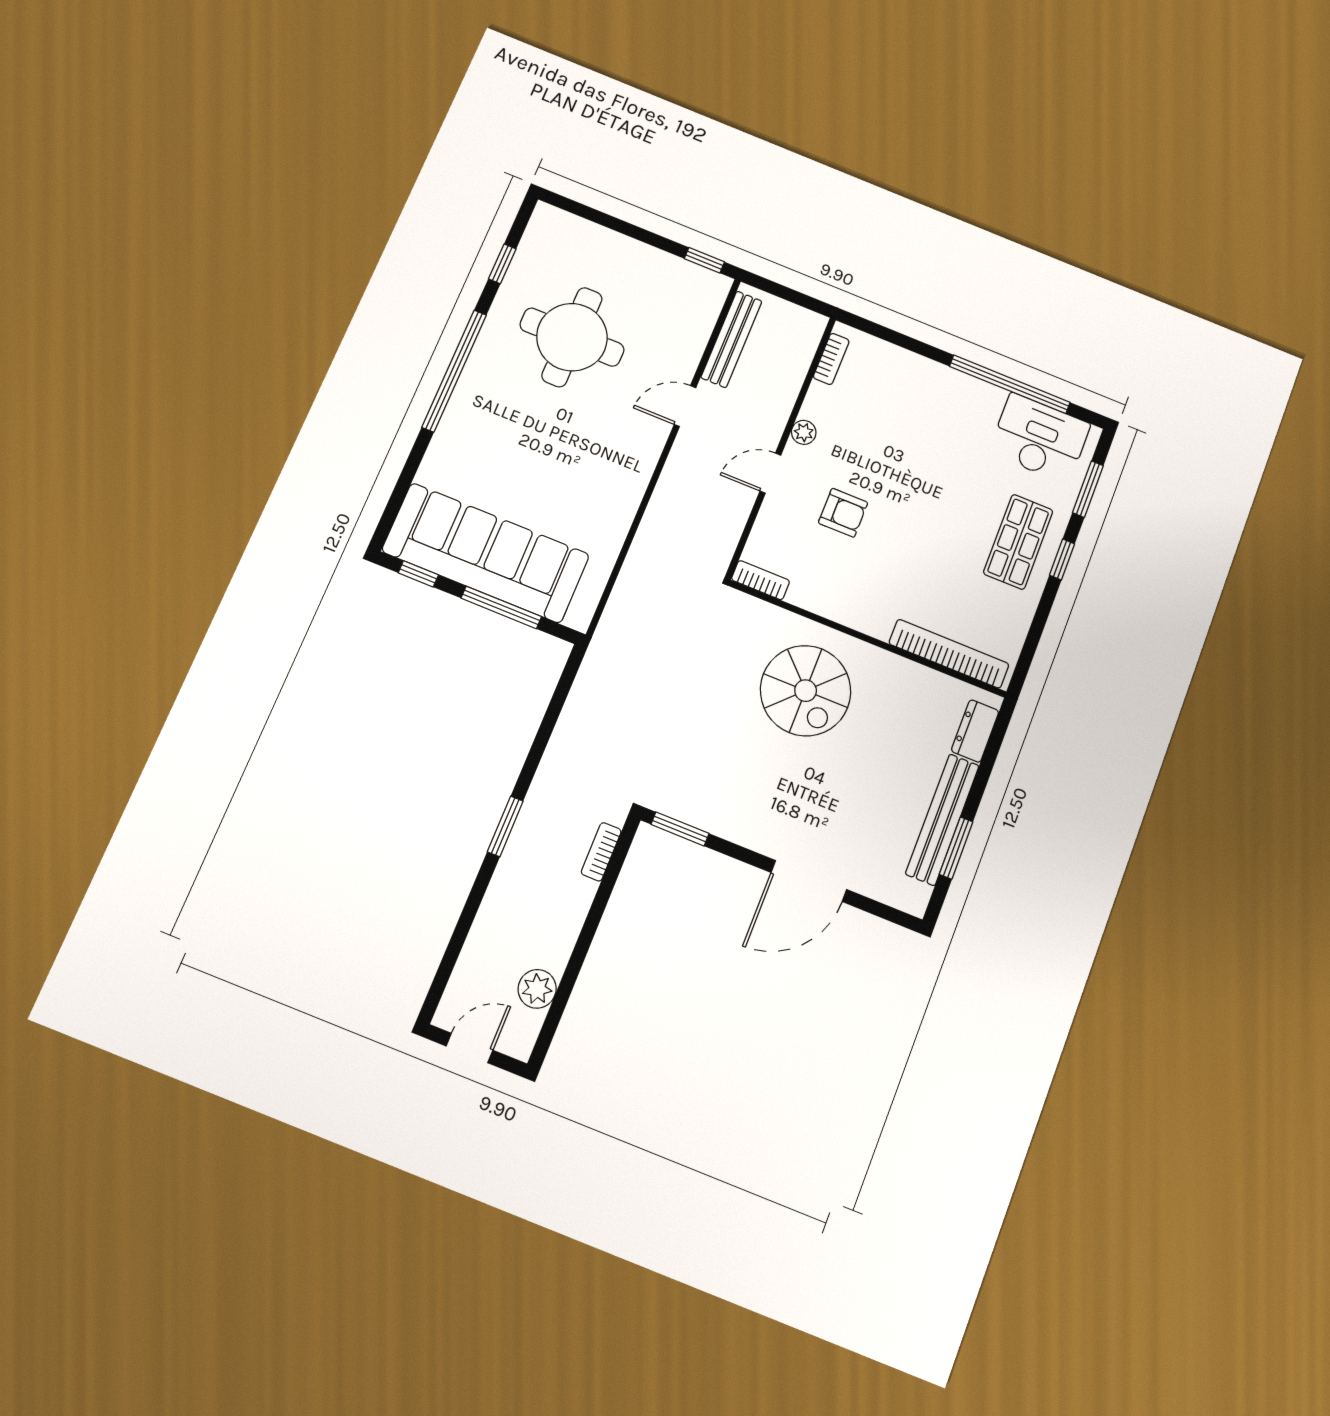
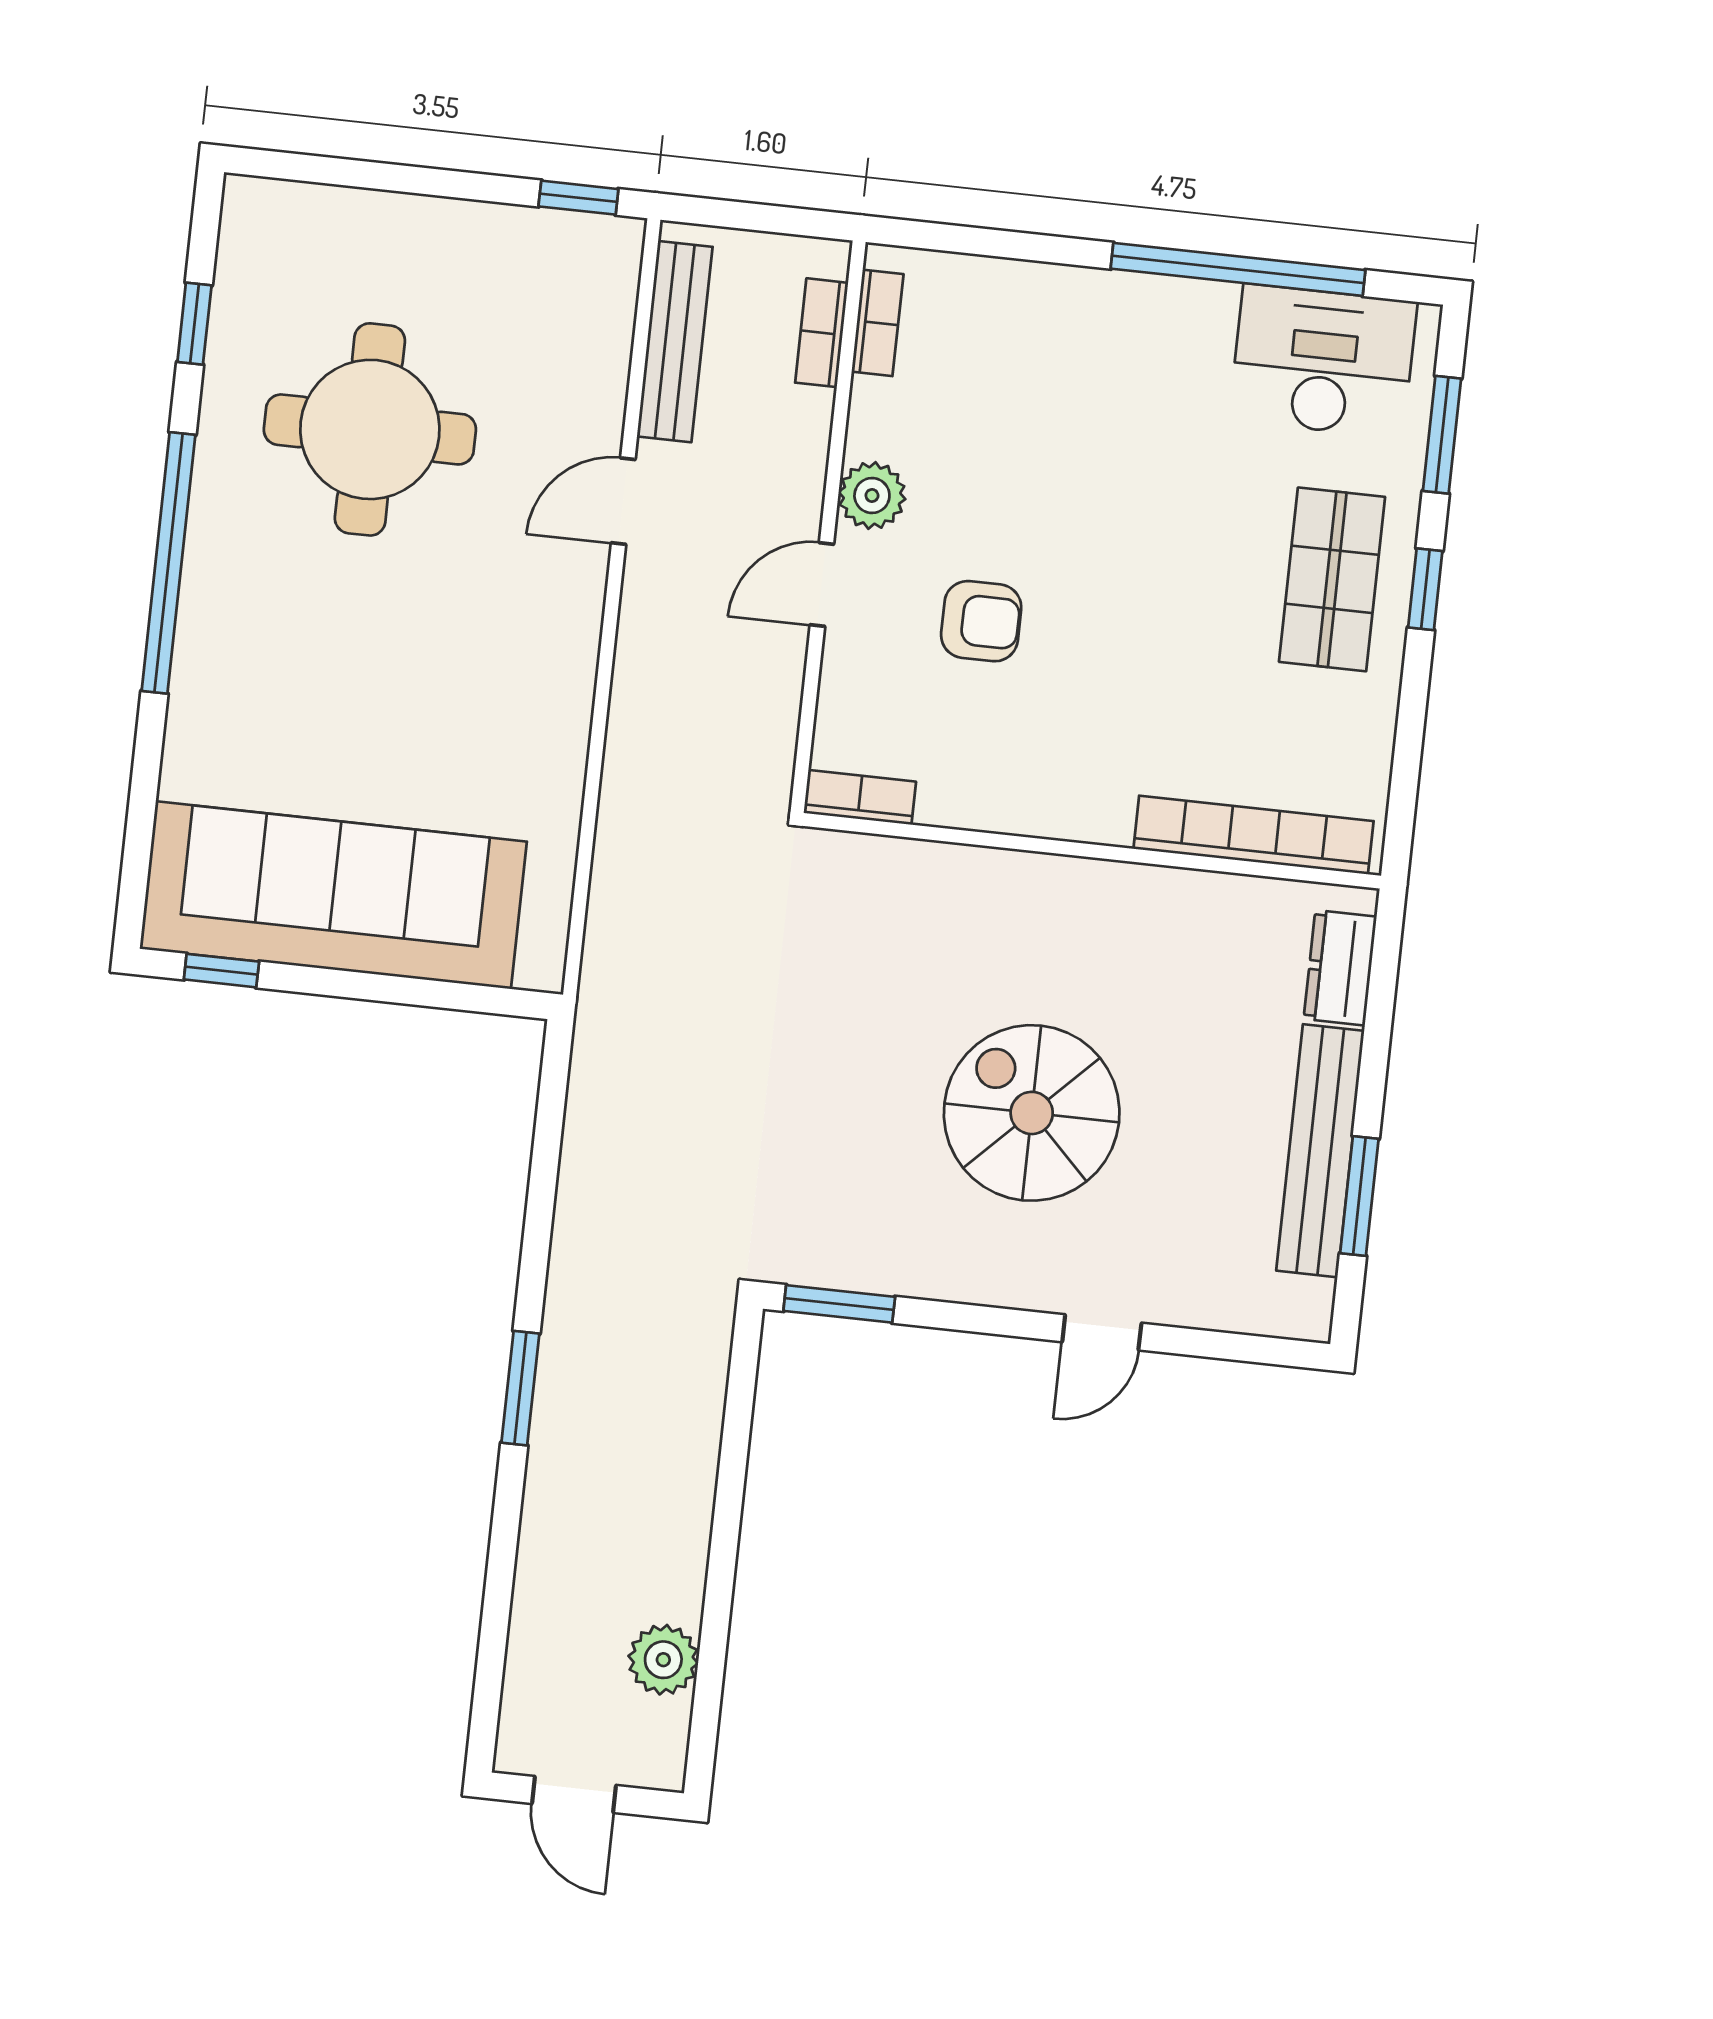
plant: (804, 432) -> (872, 495), width x1.38, depth x1.38
window: (501, 607) -> (393, 989), removed
spiral stairs: (806, 691) -> (1032, 1113), moved, turned 180
bookcase: (601, 852) -> (822, 333), moved
door: (809, 881) -> (1102, 1332), width x0.53
door: (469, 1048) -> (574, 1795), swing flipped

